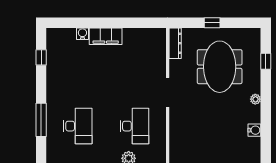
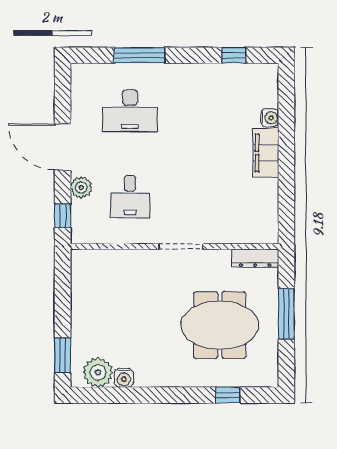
window: (212, 23) -> (286, 314), width x2.17
plant: (255, 99) -> (98, 372), moved, width x1.88, depth x1.88
desk: (135, 126) -> (130, 197), width x0.73

